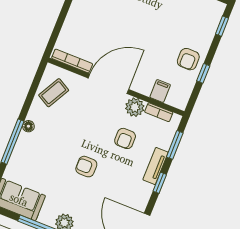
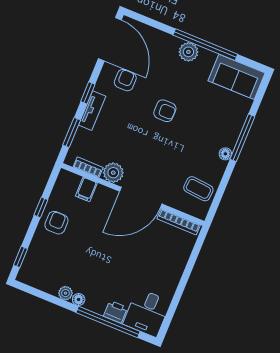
coffee table: (54, 93) -> (198, 189), turned 66
armchair: (125, 138) -> (125, 80), moved

